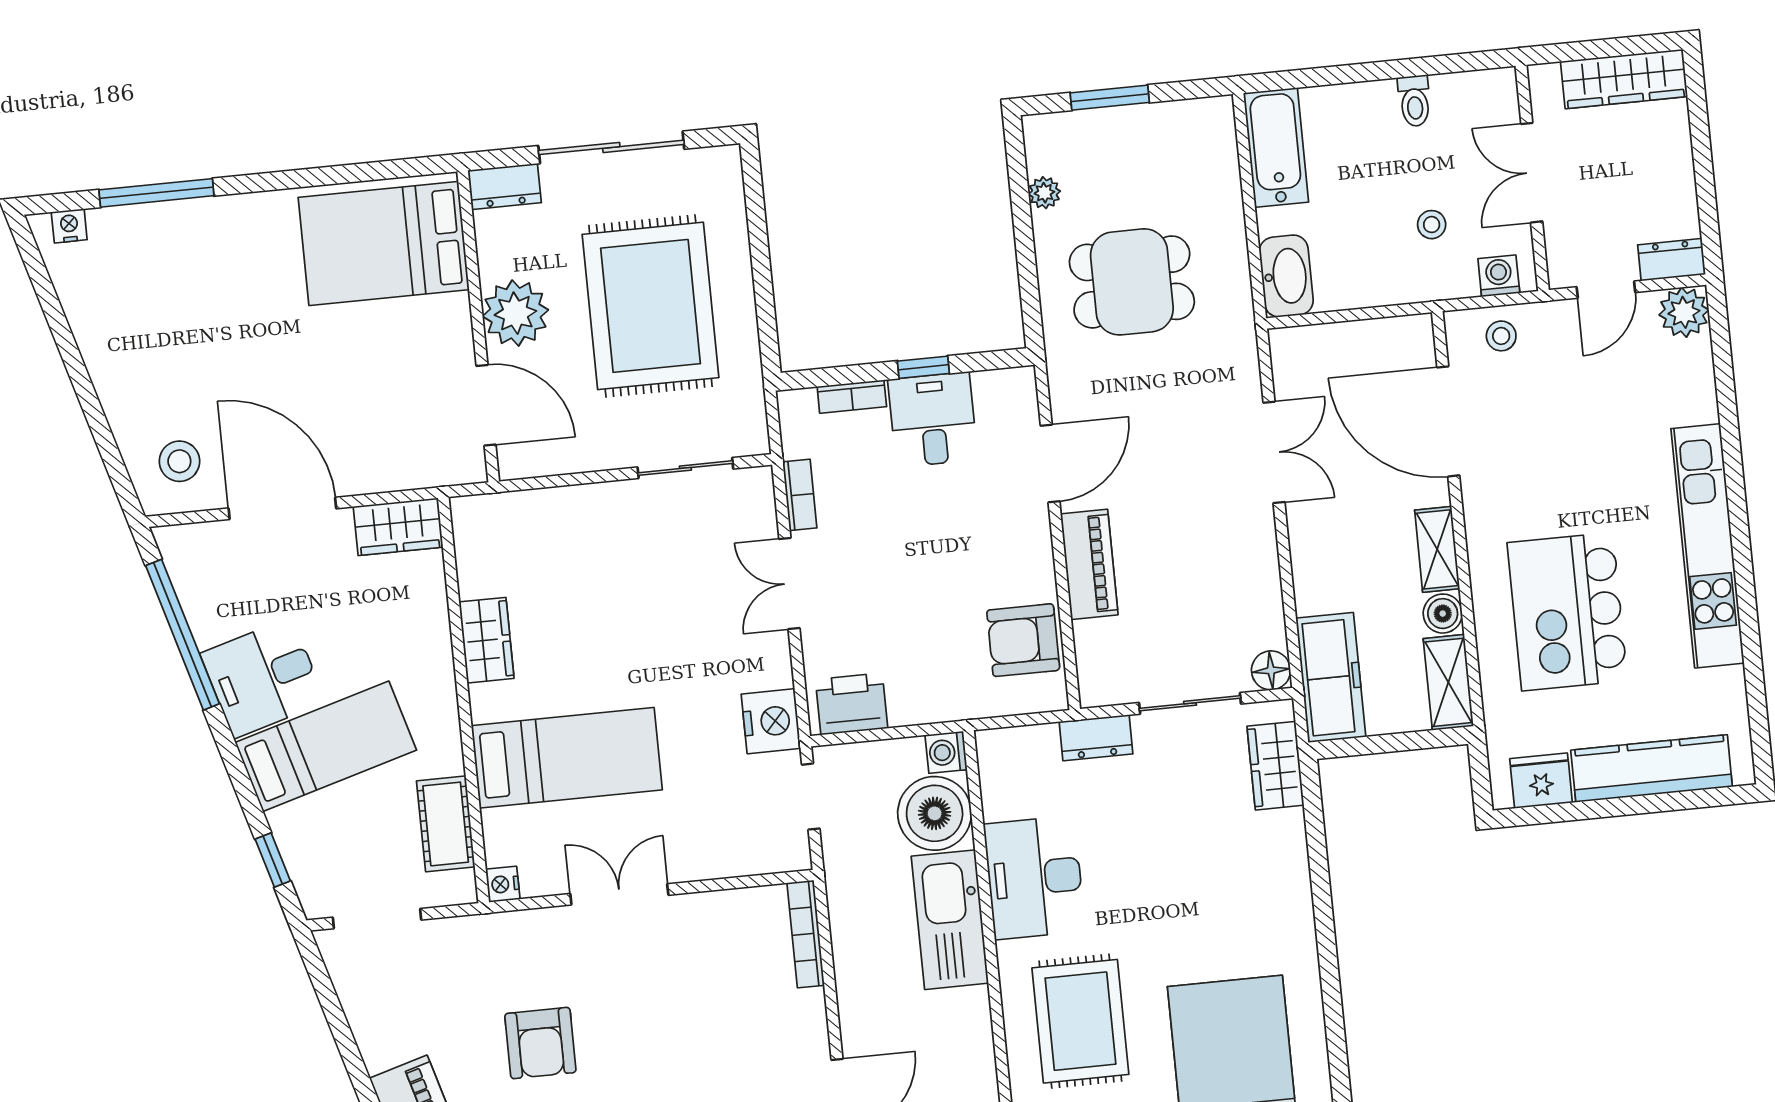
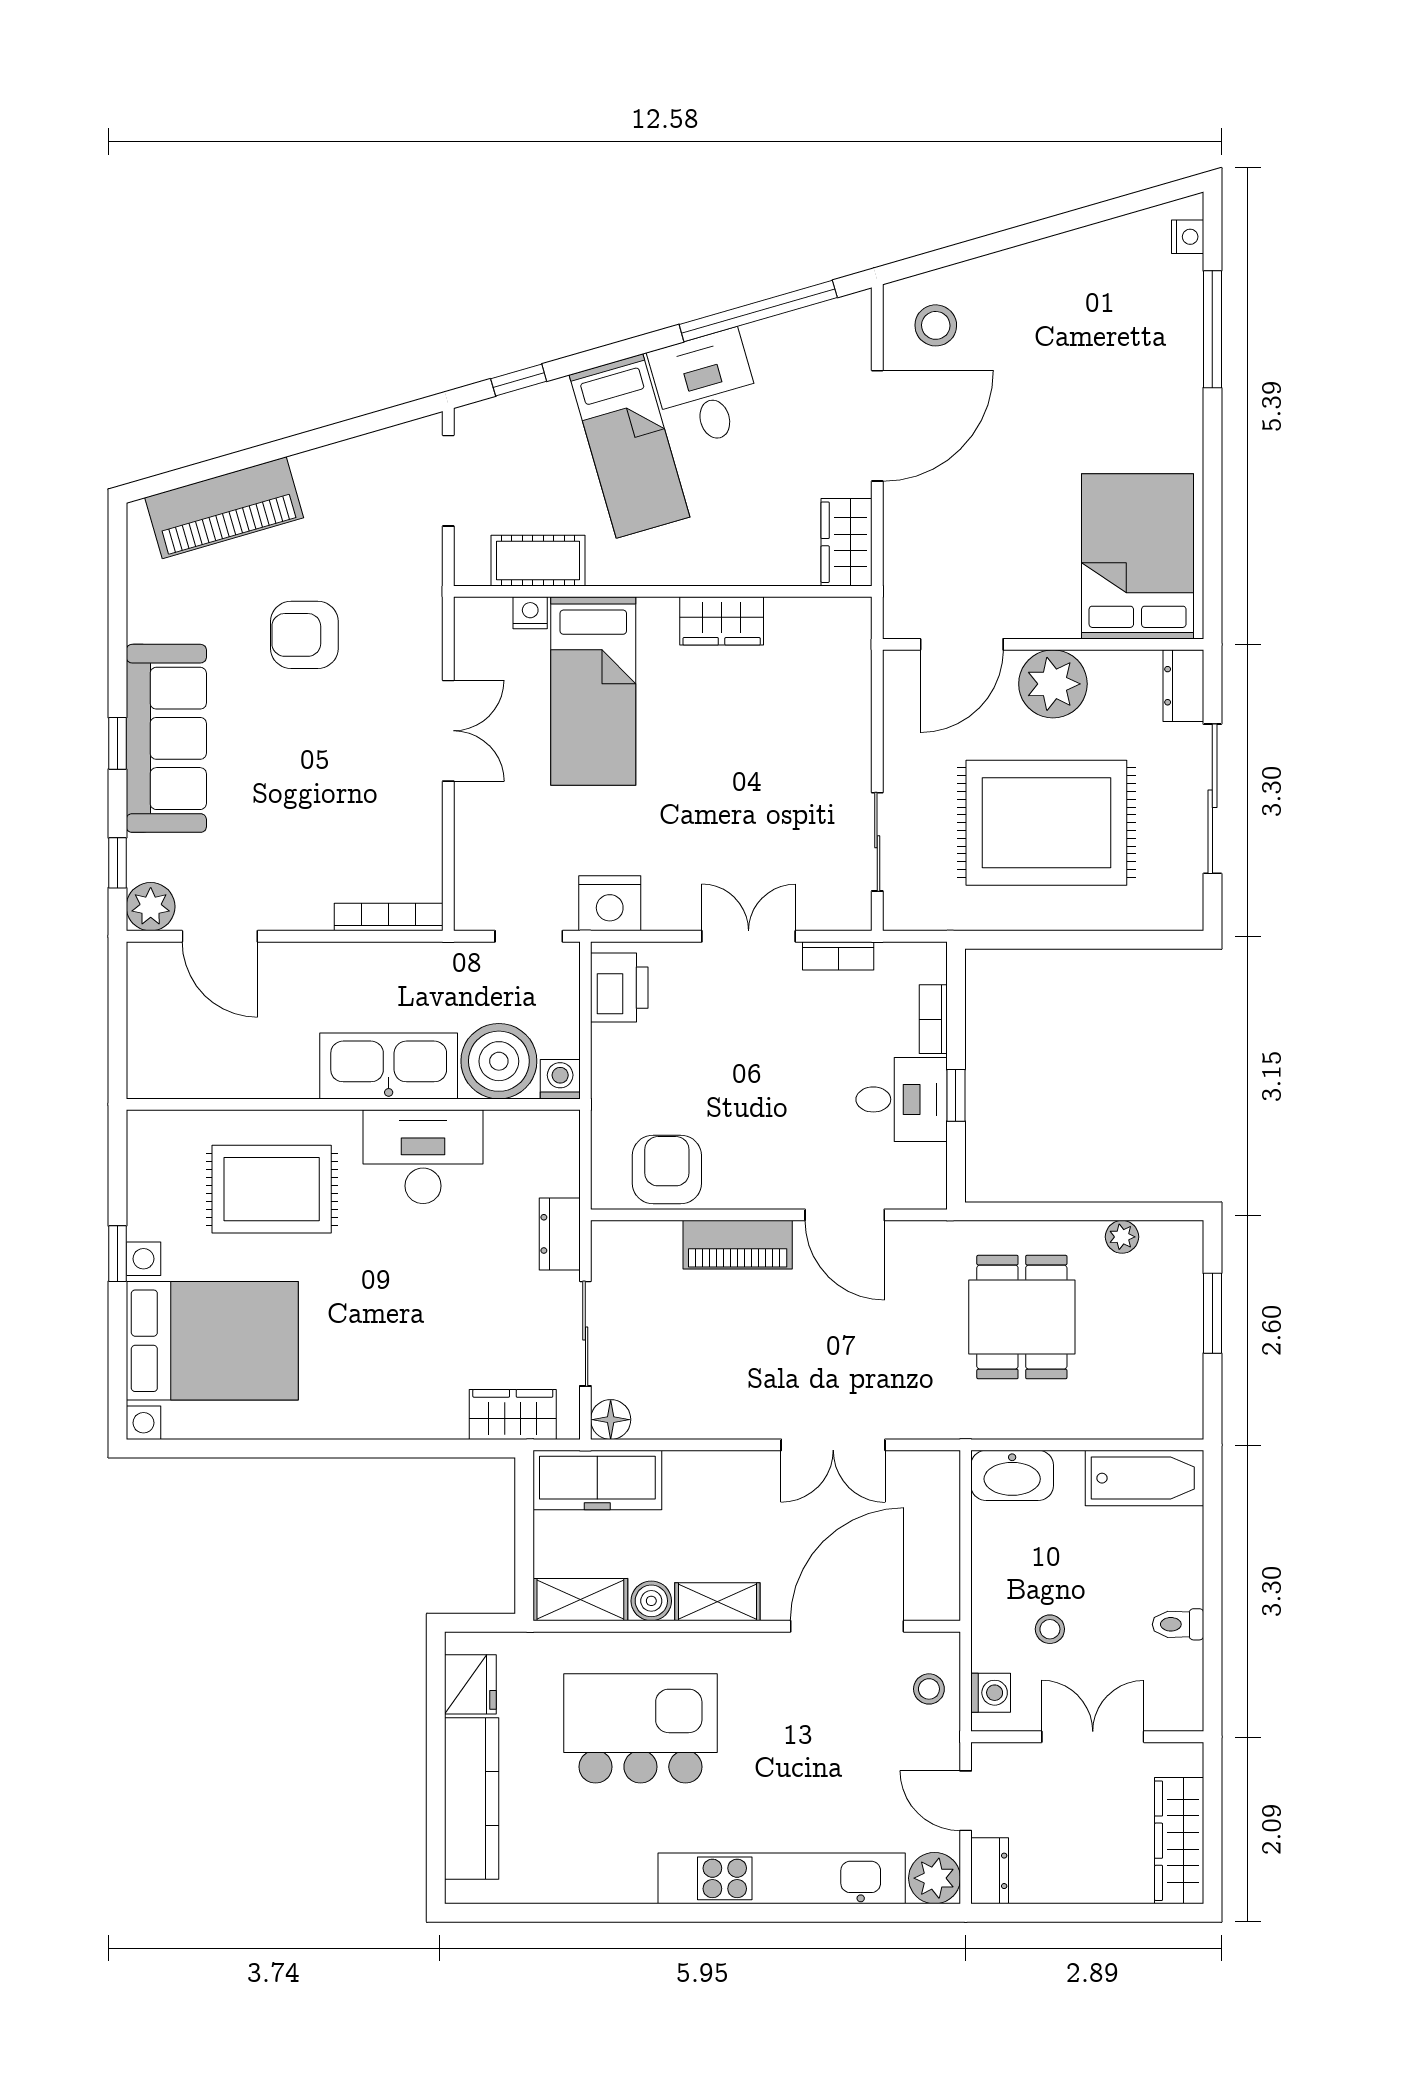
kitchen unit: (1708, 546) -> (782, 1878), moved
nightstand: (503, 884) -> (530, 613), moved

